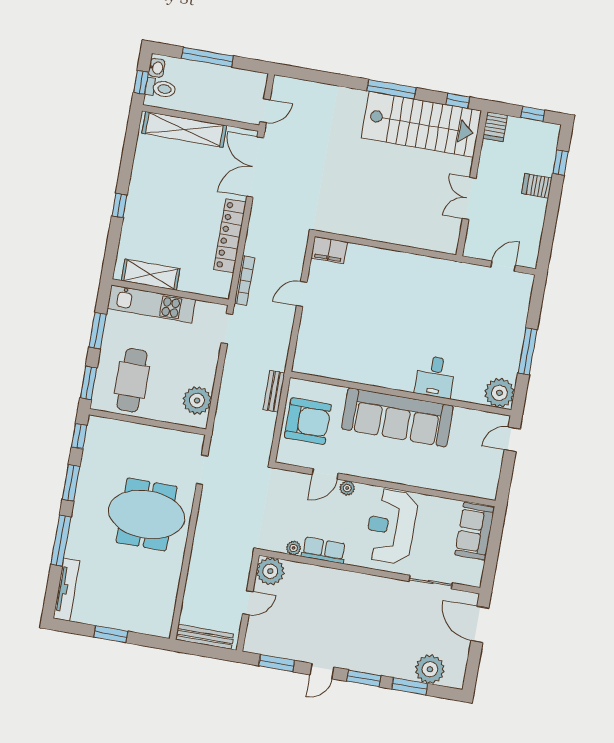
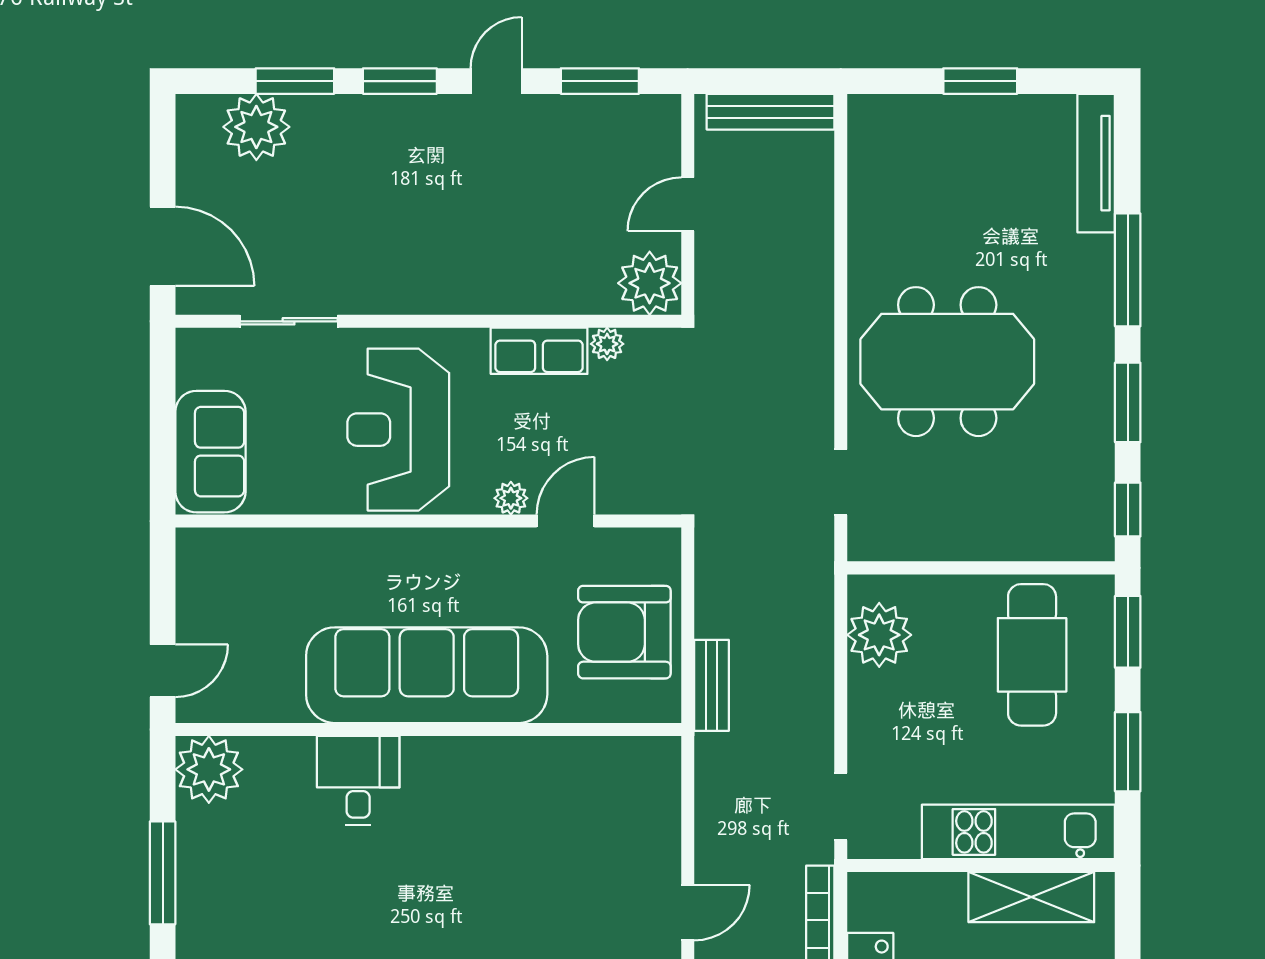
reception desk: (391, 527) -> (398, 430), turned 180

